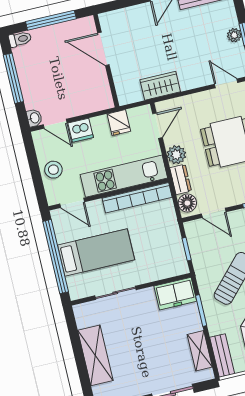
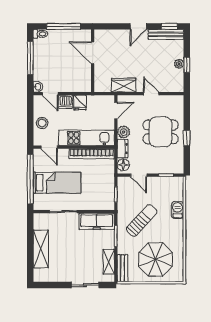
door: (226, 83) -> (151, 94), moved
fridge: (119, 123) -> (80, 103), moved
freezer: (175, 294) -> (97, 221), width x1.40

